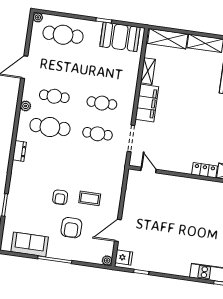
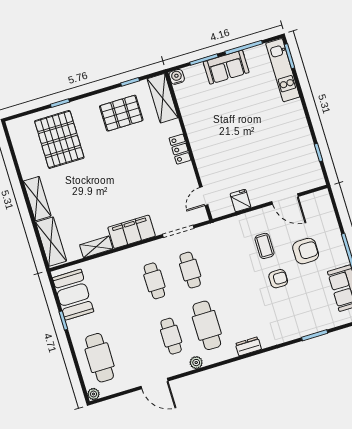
locker: (204, 170) -> (180, 149), moved
fridge: (124, 257) -> (240, 201), moved
plant: (107, 261) -> (323, 196), removed

